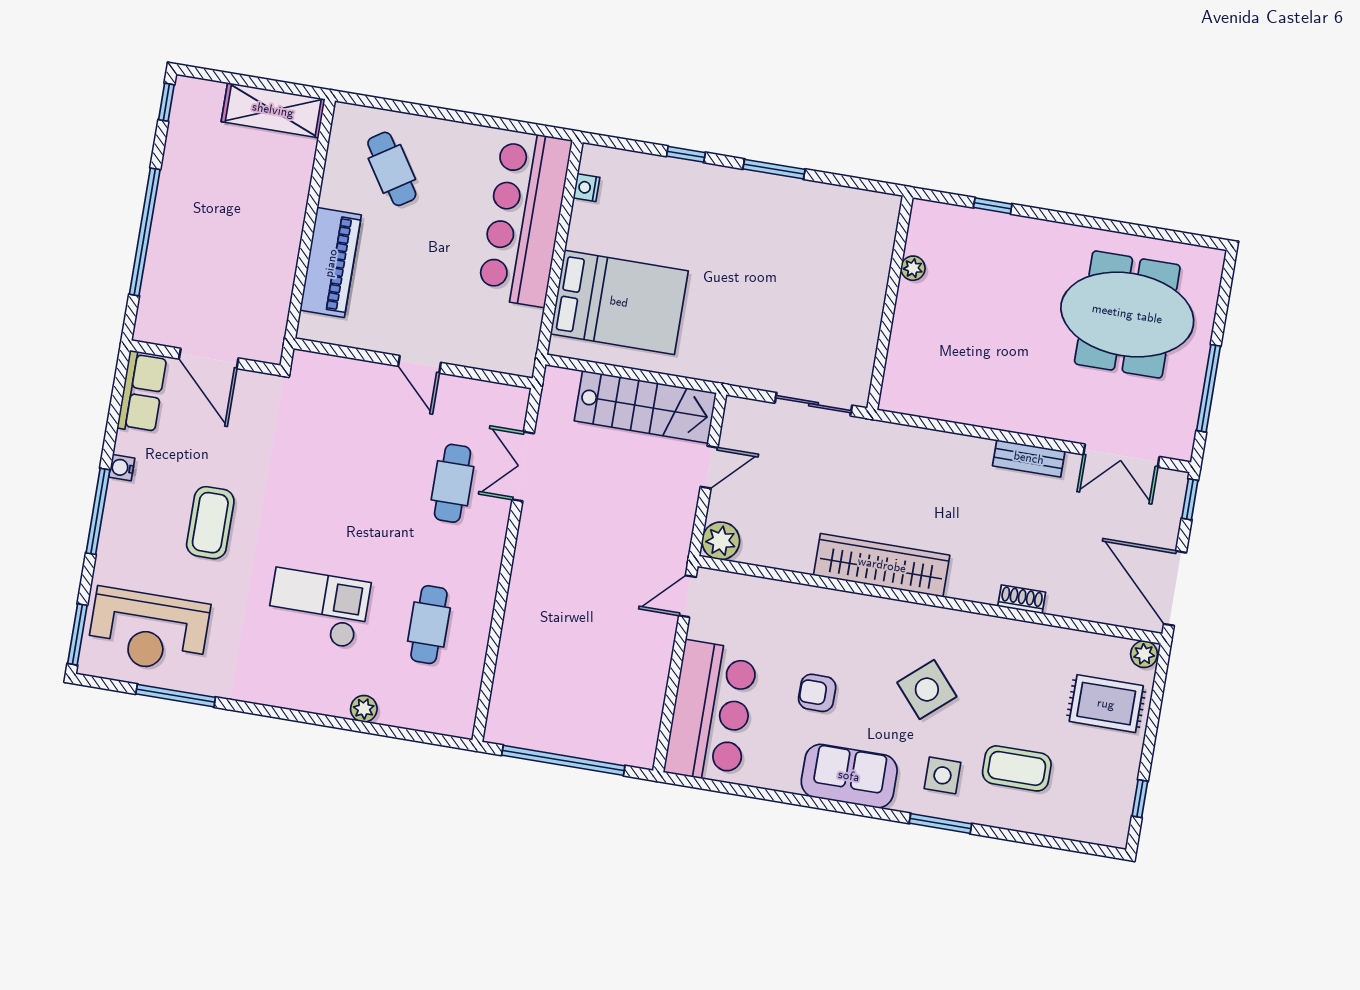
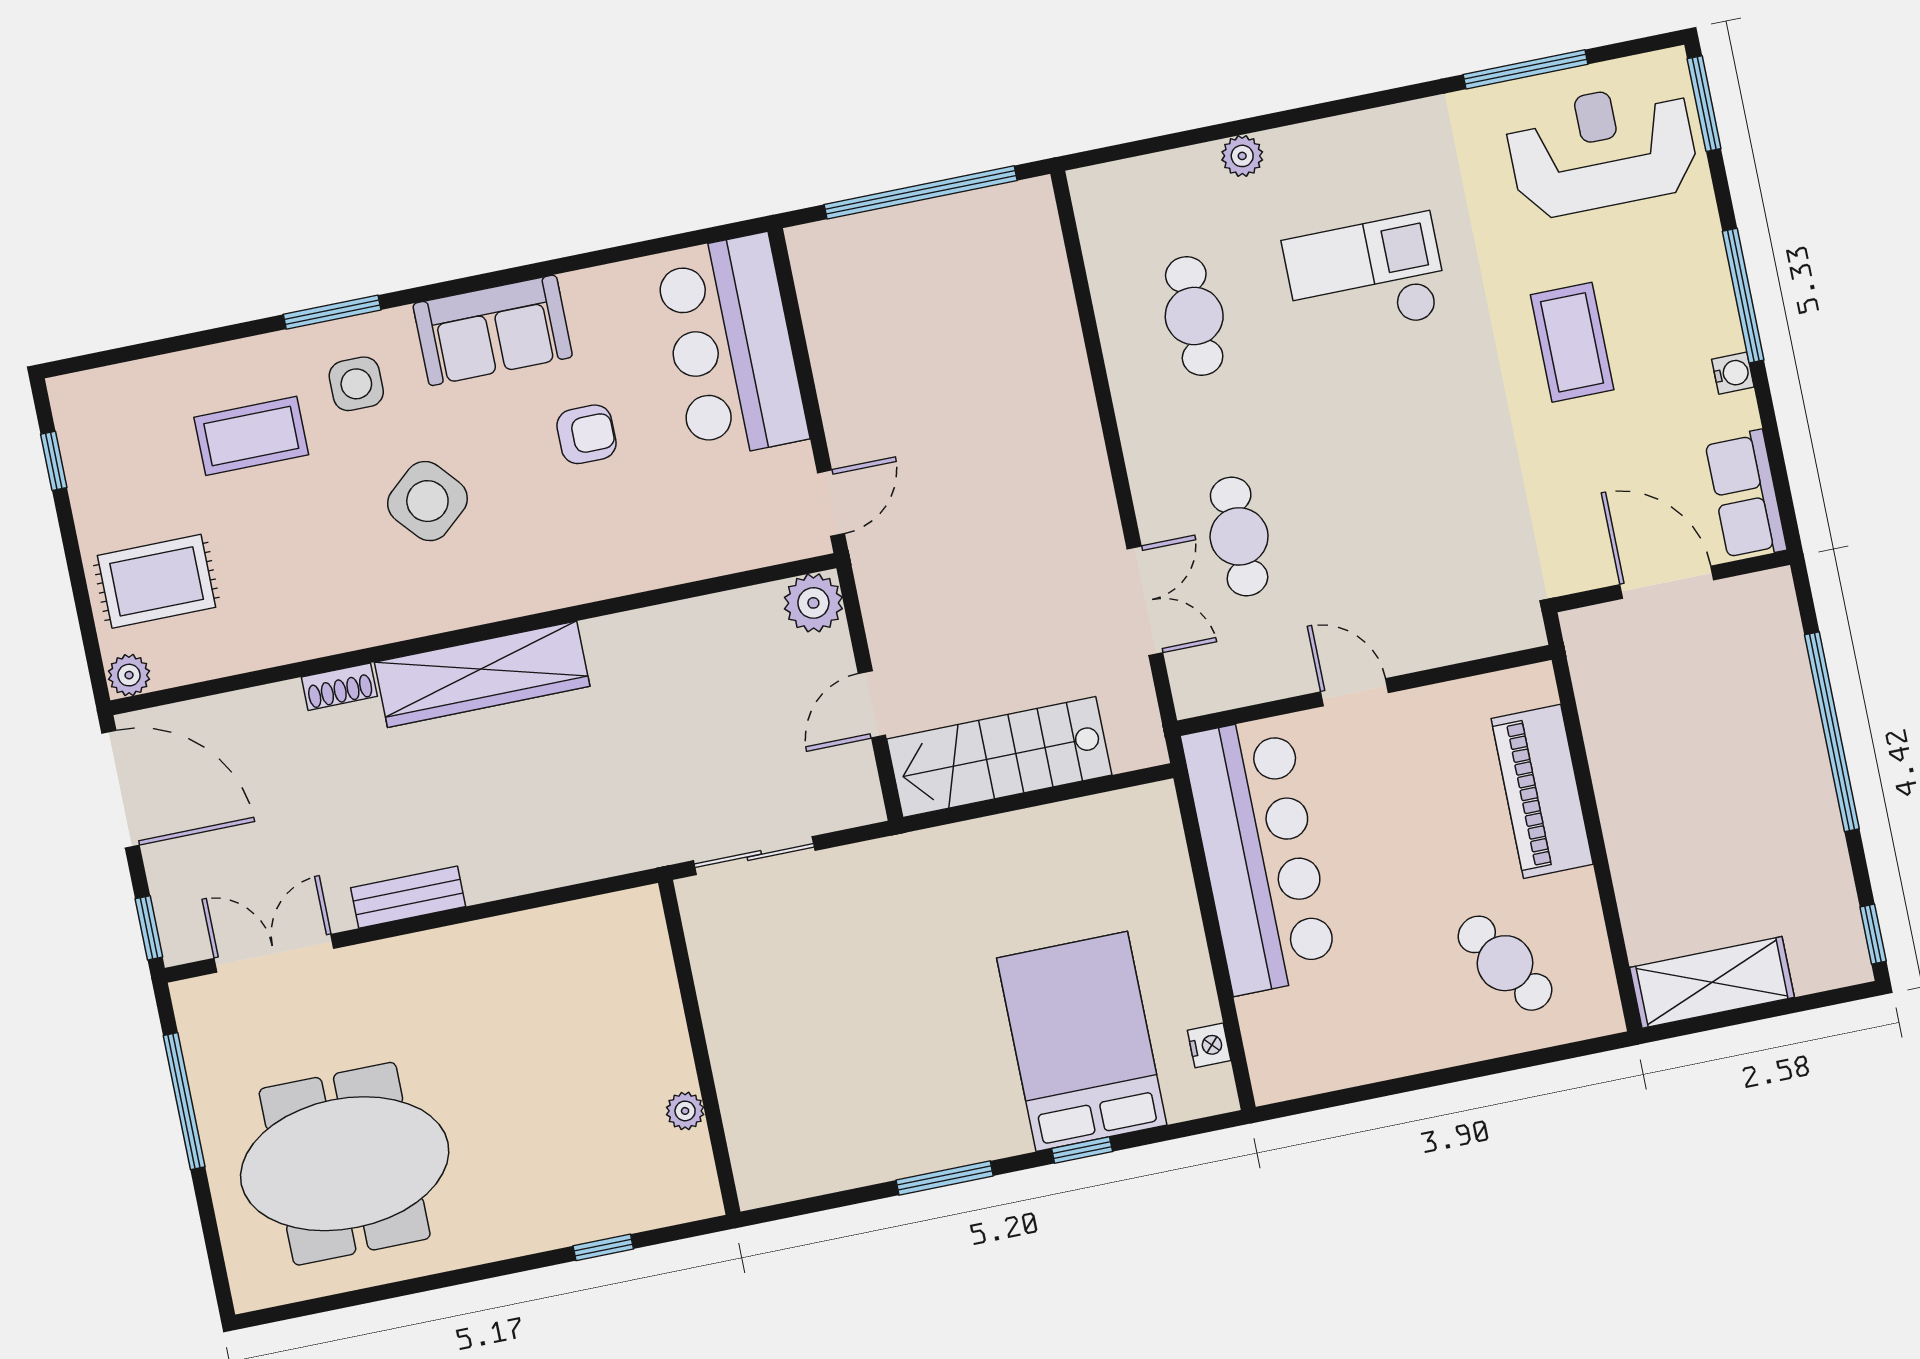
bar counter: (525, 218) -> (1260, 855), moved
bed: (619, 302) -> (1082, 1041), moved, turned 90
wardrobe: (882, 565) -> (482, 674), moved
checkout: (318, 608) -> (1366, 277), turned 180

